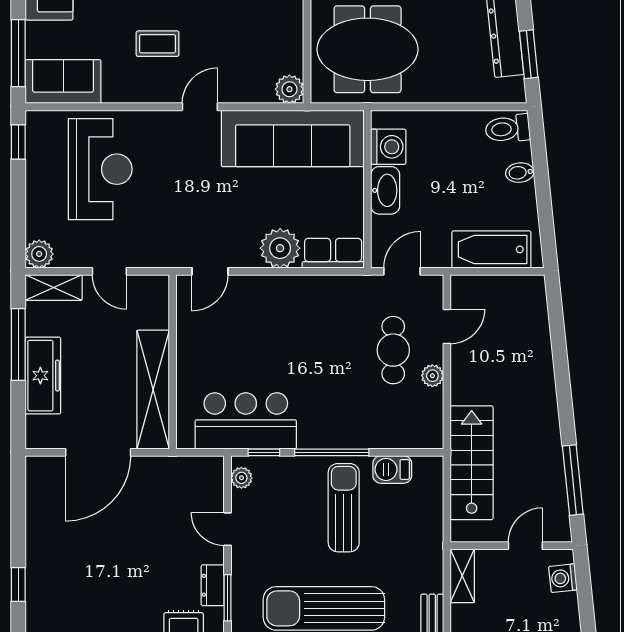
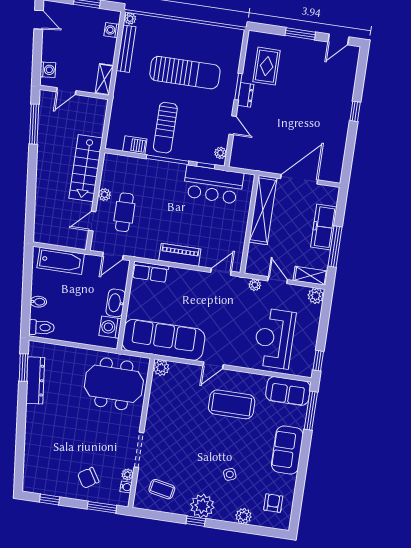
coffee table: (158, 44) -> (232, 404), width x1.86, depth x1.72
plant: (280, 248) -> (255, 285), moved, width x0.53, depth x0.53
piano: (286, 290) -> (180, 255), added
stairs: (472, 463) -> (86, 168), moved

